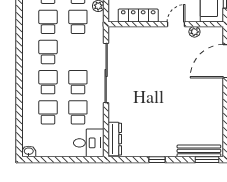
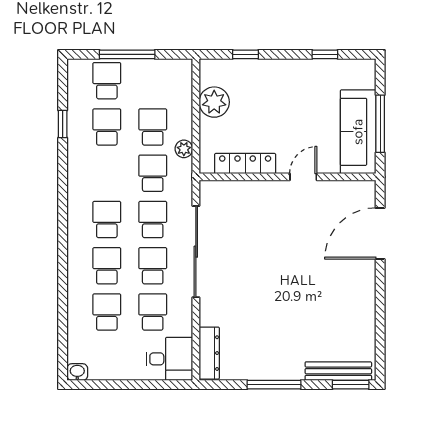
school desk: (48, 22) -> (153, 220), moved
plant: (194, 32) -> (331, 188), removed
window: (157, 160) -> (274, 385), width x2.17

